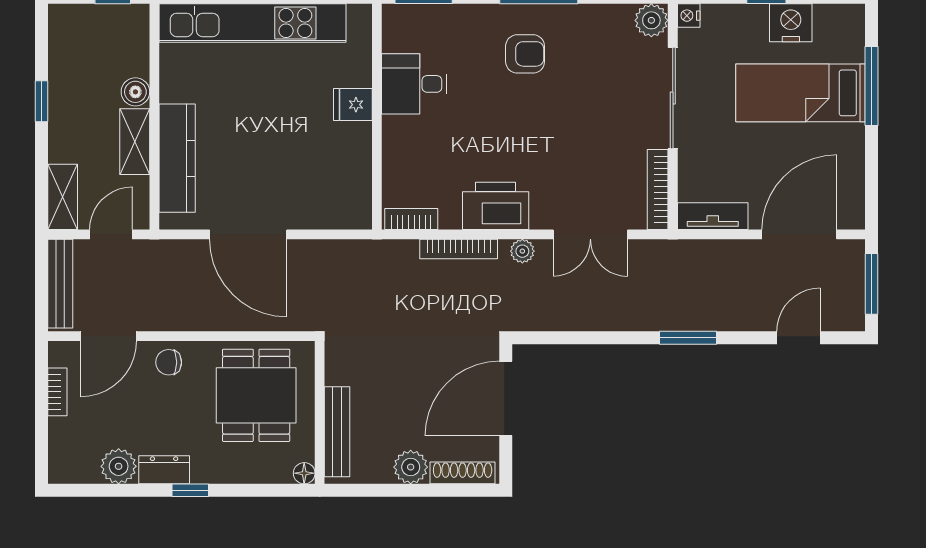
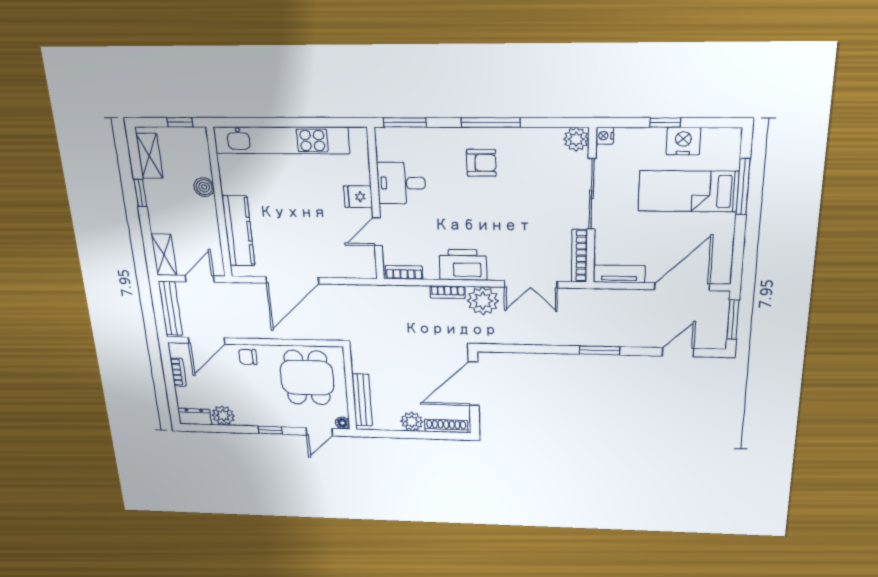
shelving: (135, 142) -> (149, 156), moved
door: (377, 157) -> (377, 232), added
door: (248, 234) -> (292, 280), hinge flipped
bookcase: (459, 249) -> (448, 292), width x0.64
plant: (522, 251) -> (483, 301), width x1.88, depth x1.88
dresser: (164, 470) -> (195, 417), moved
door: (267, 490) -> (319, 432), added

